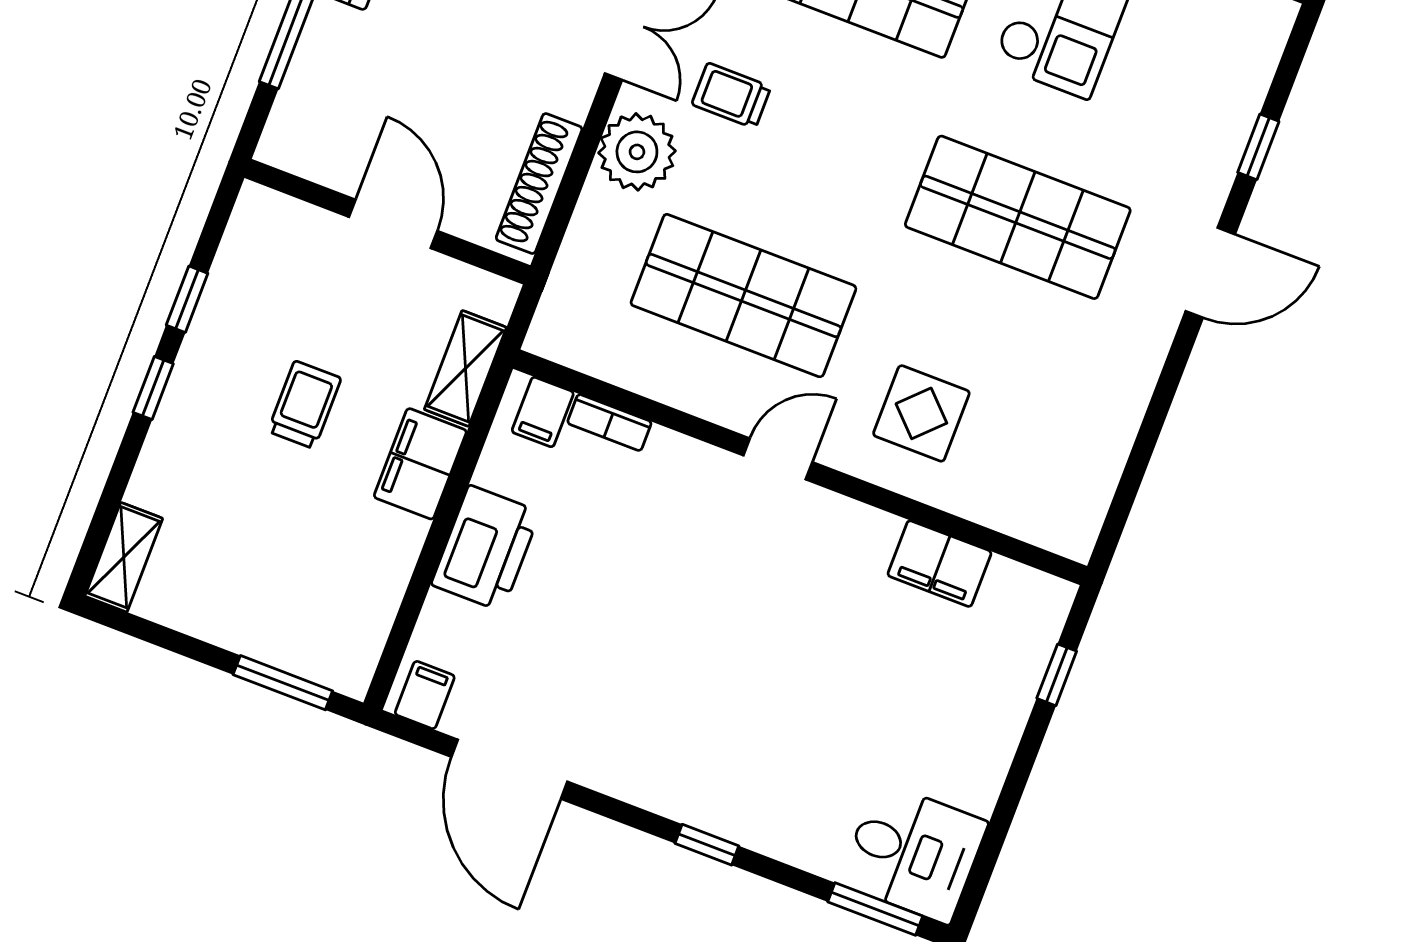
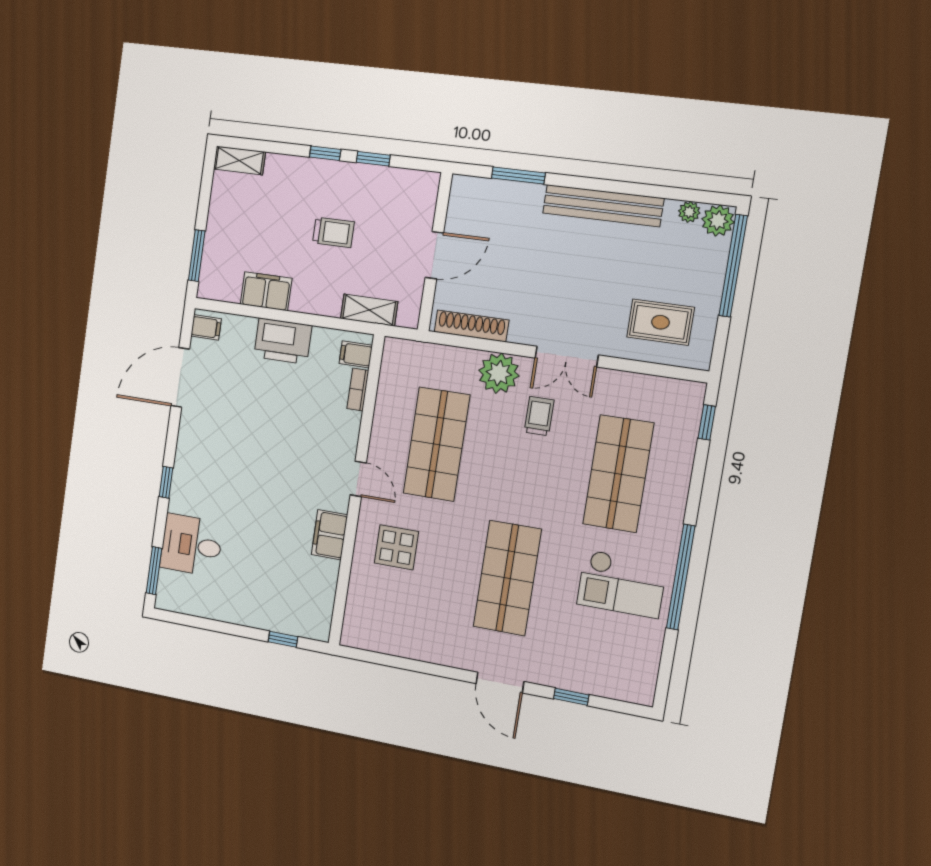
filing cabinet: (420, 464) -> (266, 291), moved
filing cabinet: (940, 564) -> (329, 535), moved
desk: (913, 853) -> (191, 545), moved, turned 90

